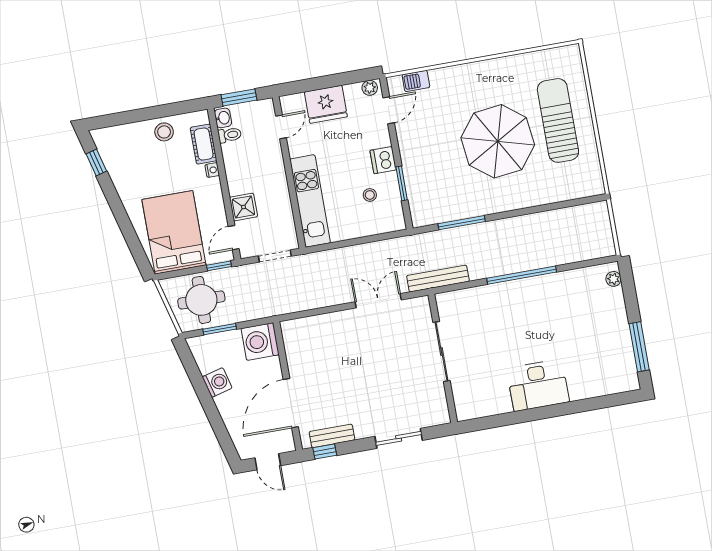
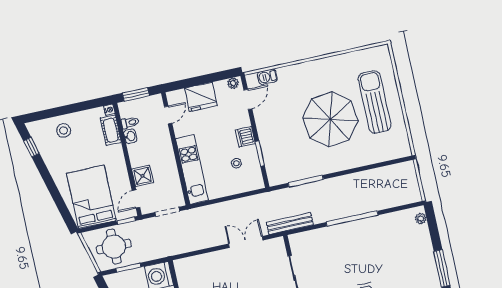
washbasin: (223, 118) -> (130, 136), moved
stool: (164, 132) -> (64, 130), moved
nightstand: (212, 170) -> (109, 110), moved

